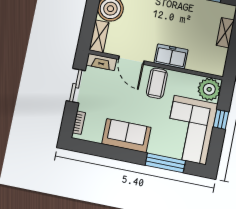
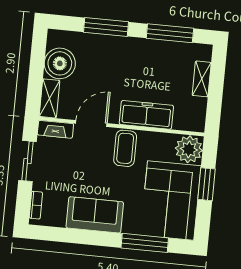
freezer: (171, 56) -> (146, 115), width x1.40
door: (131, 60) -> (91, 123), swing flipped
window: (221, 119) -> (206, 184), width x1.50

